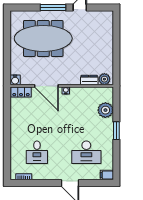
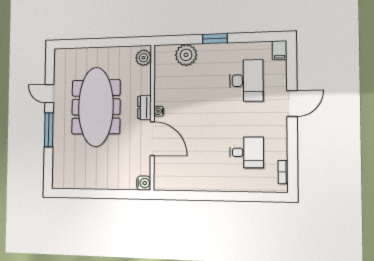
meeting table: (43, 38) -> (96, 107), moved
dresser: (89, 80) -> (144, 107), moved
door: (46, 86) -> (152, 139), hinge flipped
locker: (21, 92) -> (161, 175), removed

